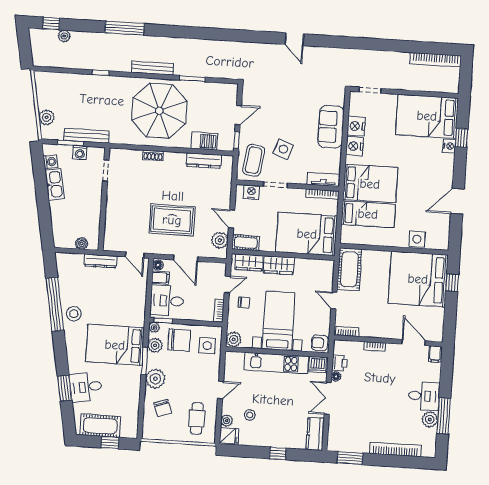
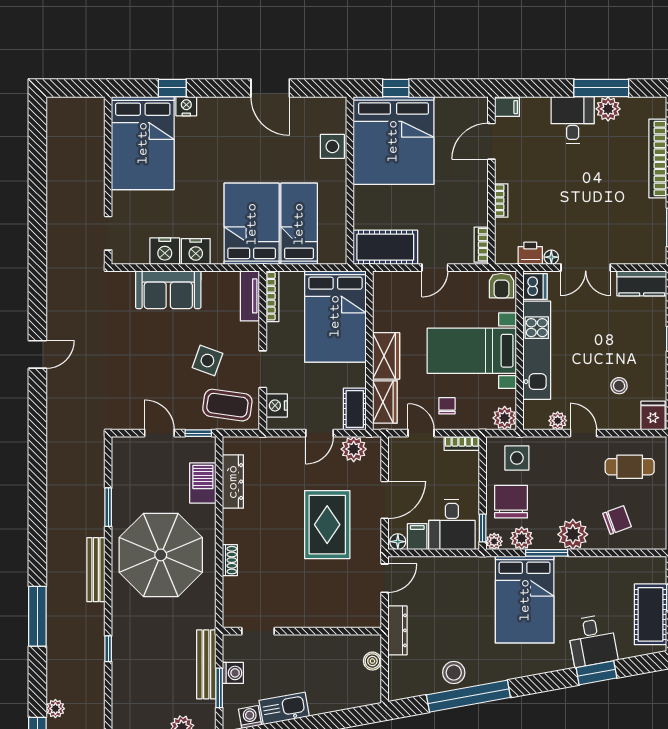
bookcase: (435, 60) -> (55, 136), removed
stool: (74, 314) -> (454, 673), moved
plant: (227, 421) -> (558, 421), moved

